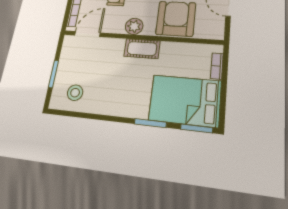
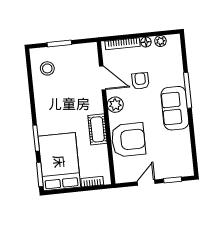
door: (87, 34) -> (103, 78), moved
cot: (142, 49) -> (97, 129), moved

